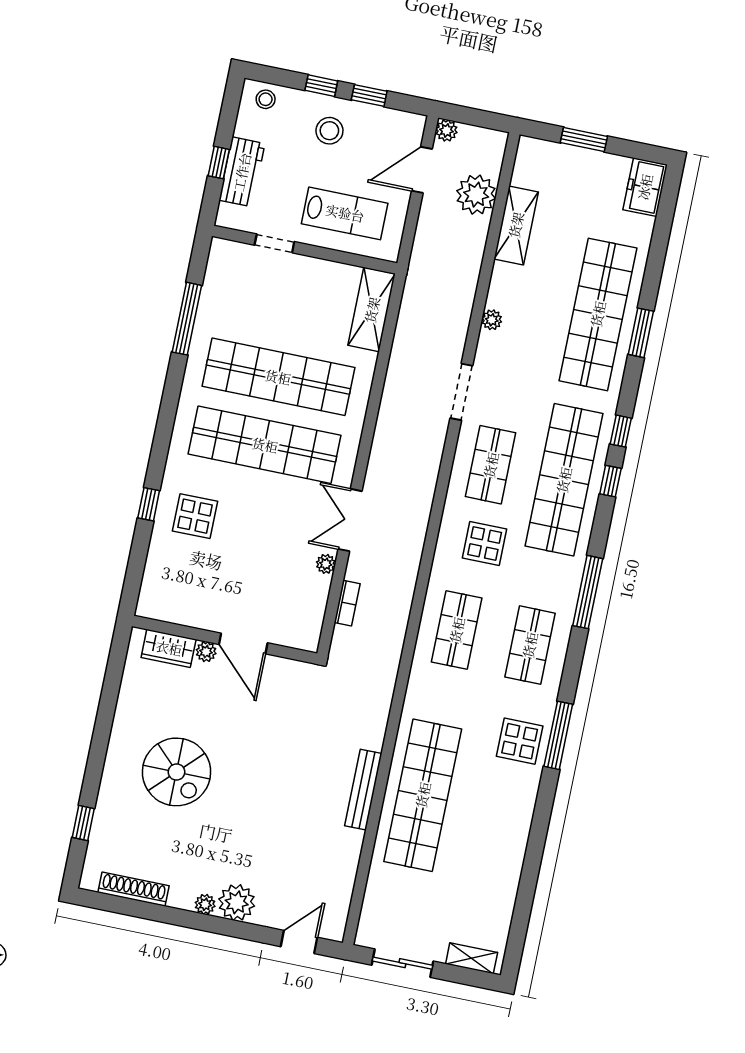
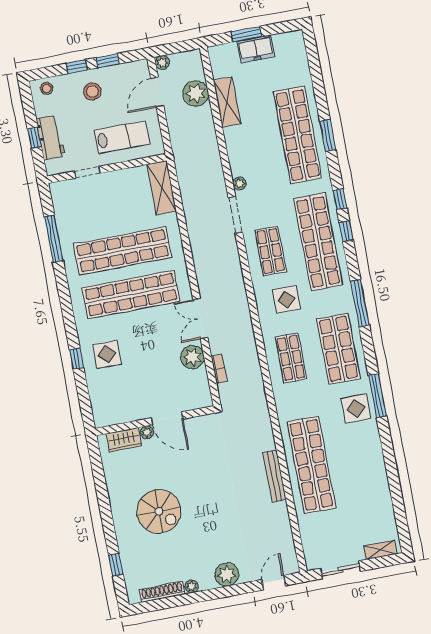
freezer: (645, 187) -> (256, 49), moved, turned -90
plant: (492, 320) -> (239, 184), moved
plant: (326, 564) -> (192, 357), width x1.87, depth x1.87
shop shelf: (530, 645) -> (338, 349), width x1.43, depth x1.36
plant: (205, 904) -> (192, 586), moved

